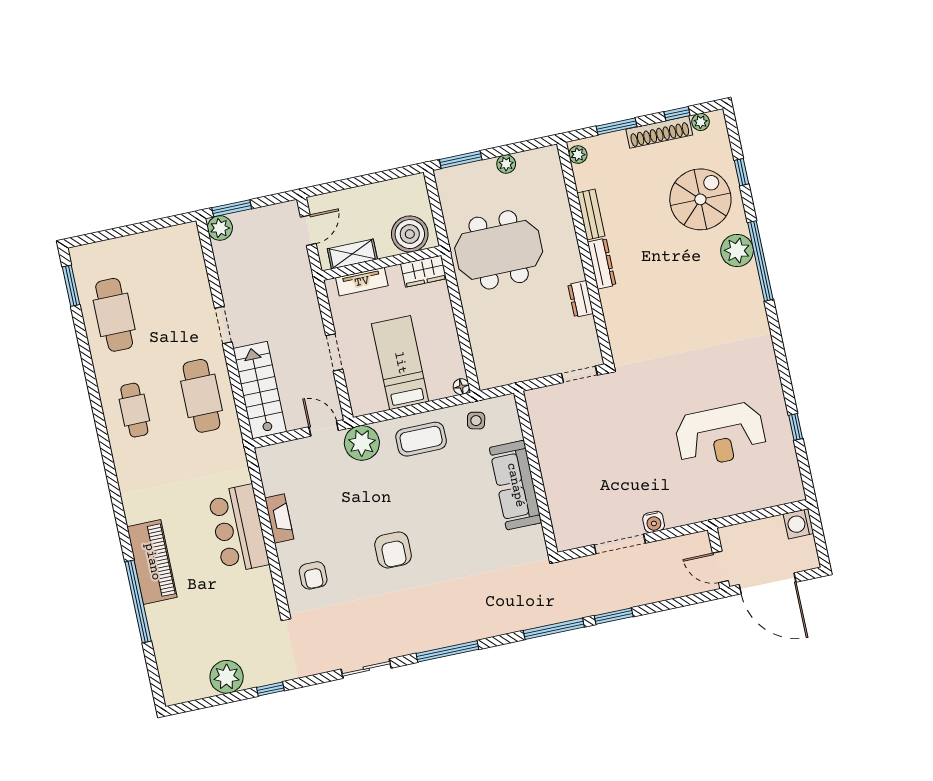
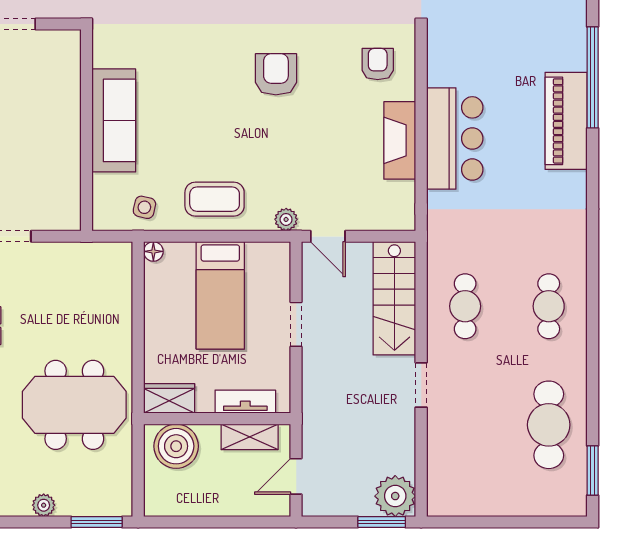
plant: (220, 228) -> (395, 496), width x1.36, depth x1.36
cafe table: (201, 396) -> (465, 306), width x0.73, depth x0.74
plant: (362, 443) -> (286, 219), width x0.53, depth x0.53
fireplace: (279, 519) -> (400, 140), width x1.37, depth x1.32

